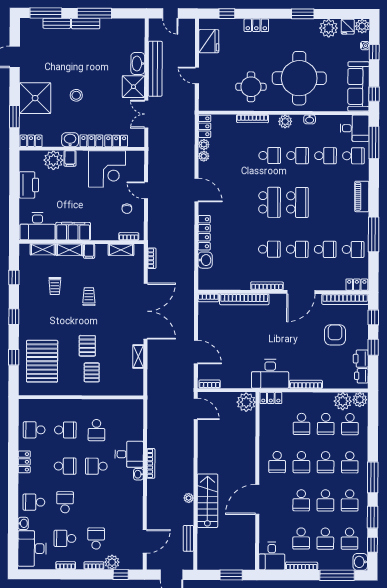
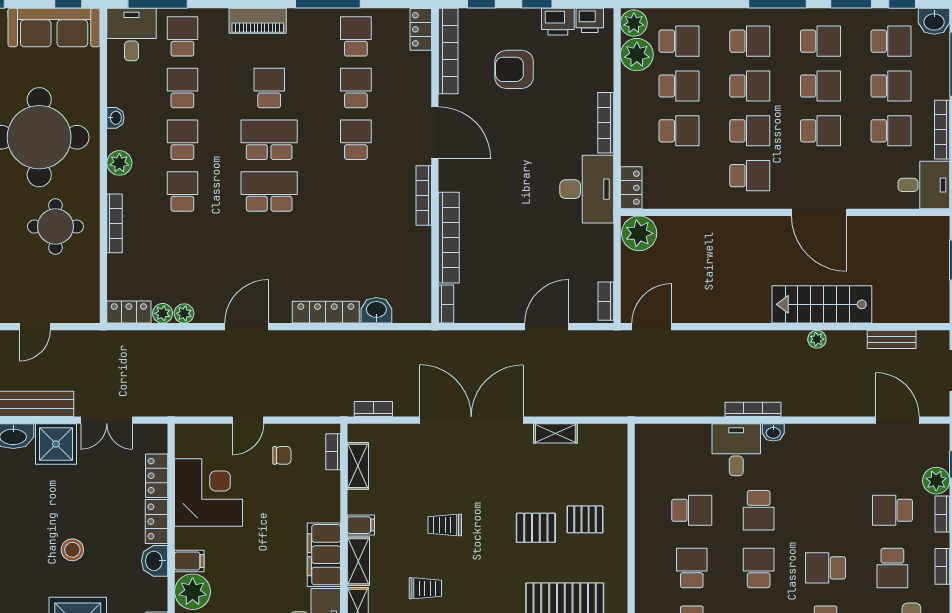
school desk: (269, 249) -> (269, 88), moved

